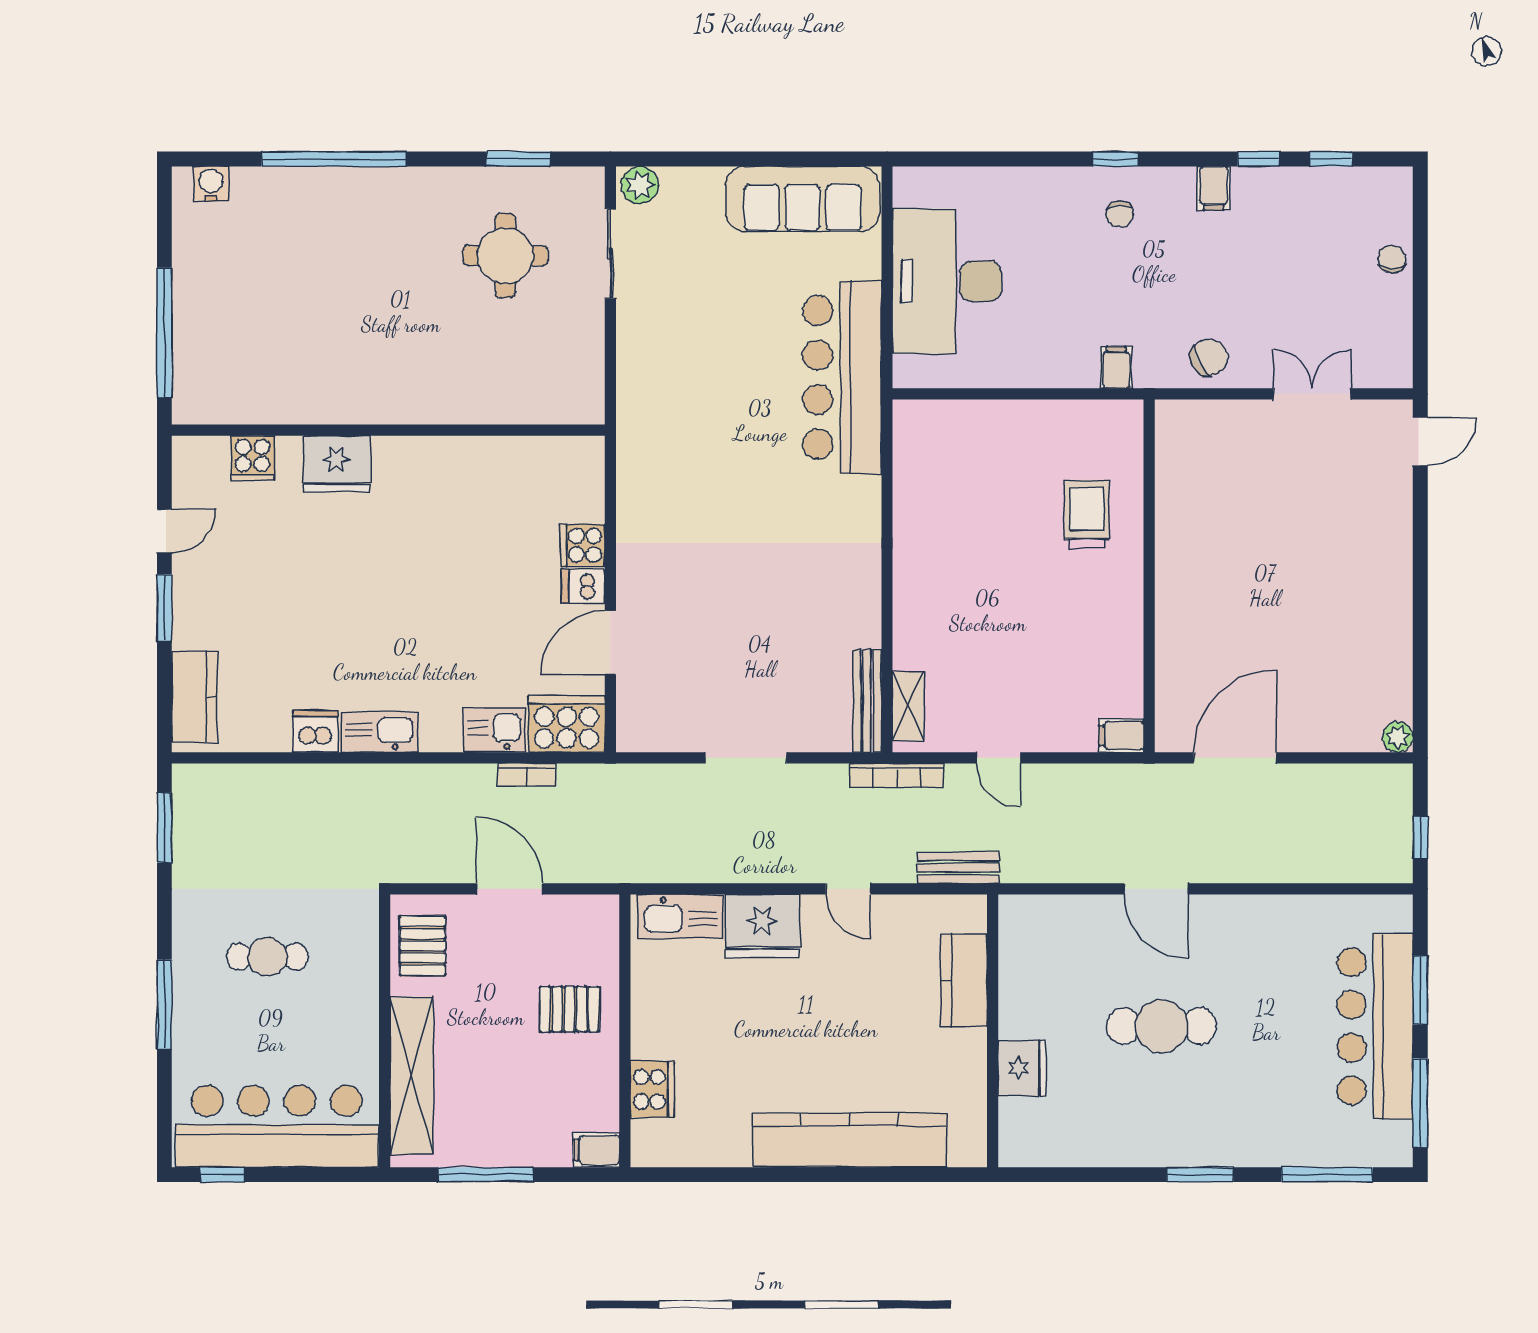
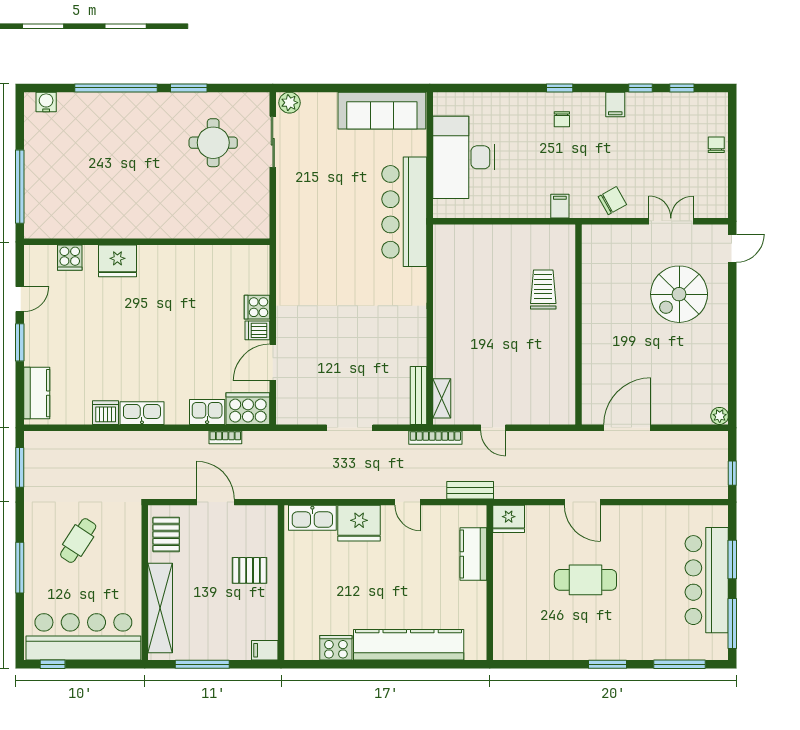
window: (518, 159) -> (189, 88), moved
spiral stairs: (1326, 522) -> (679, 294), added
filing cabinet: (1121, 735) -> (563, 415), removed
cafe table: (267, 957) -> (78, 541), turned -57
fridge: (1022, 1068) -> (509, 519), moved, turned 90
cooker: (652, 1089) -> (336, 648), moved, turned -90

